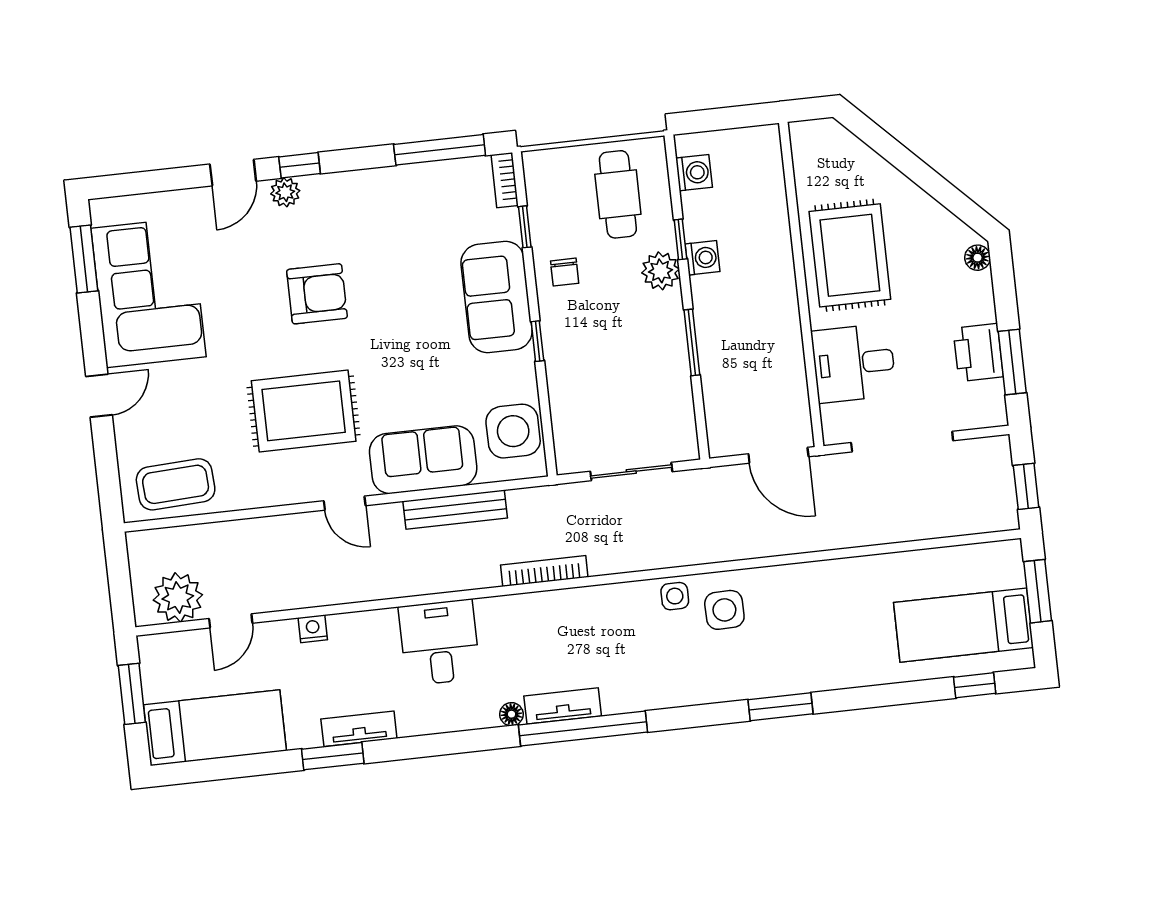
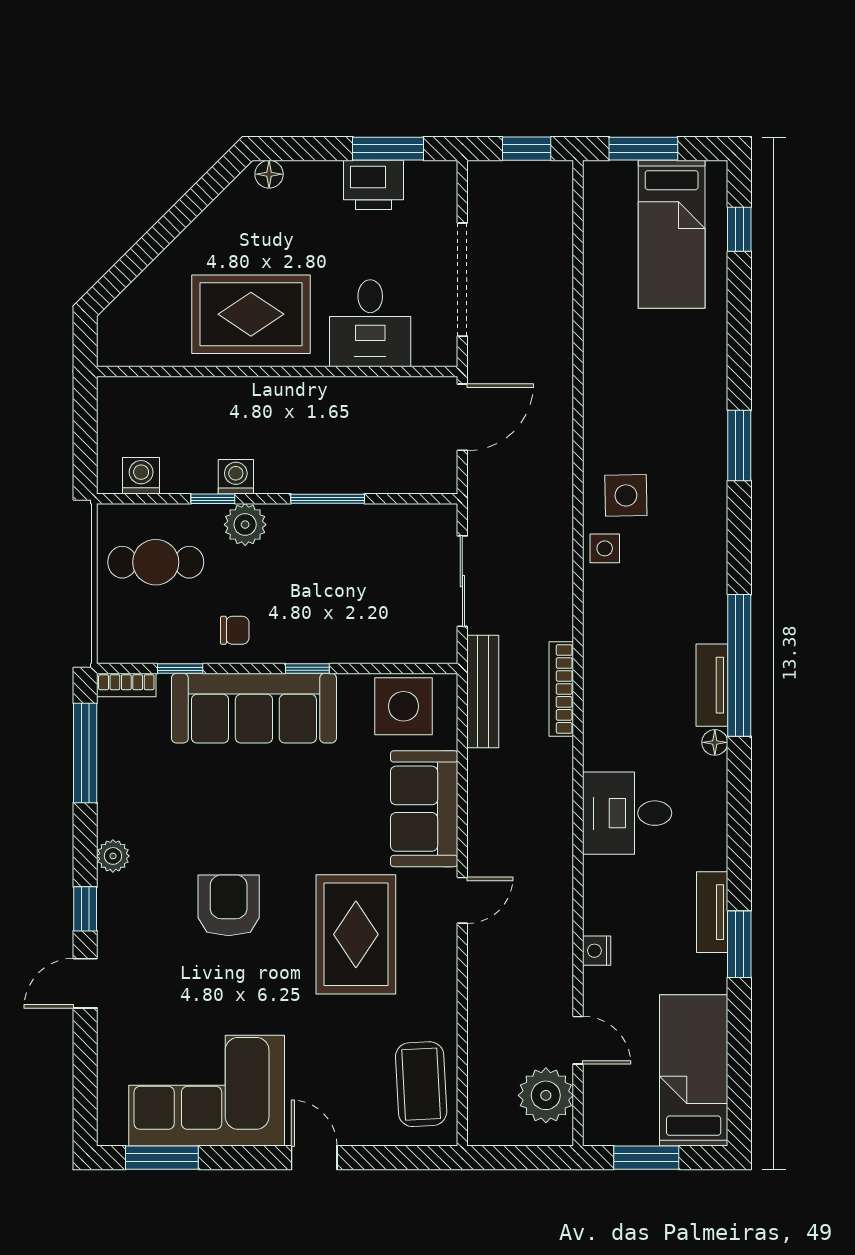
door: (233, 173) -> (85, 983), swing flipped
plant: (285, 192) -> (113, 856), moved
sofa: (497, 297) -> (254, 708), width x1.36
bench: (455, 510) -> (483, 692), moved

